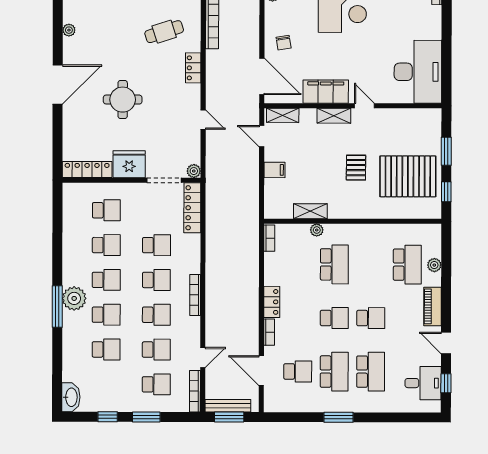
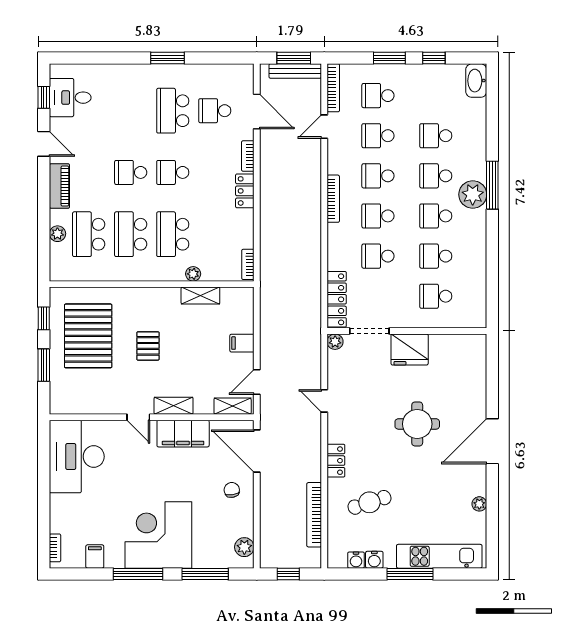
door: (262, 136) -> (257, 382), swing flipped
locker: (87, 169) -> (458, 343), removed
pallet: (408, 176) -> (88, 336), turned 90
school desk: (371, 372) -> (131, 234), moved

